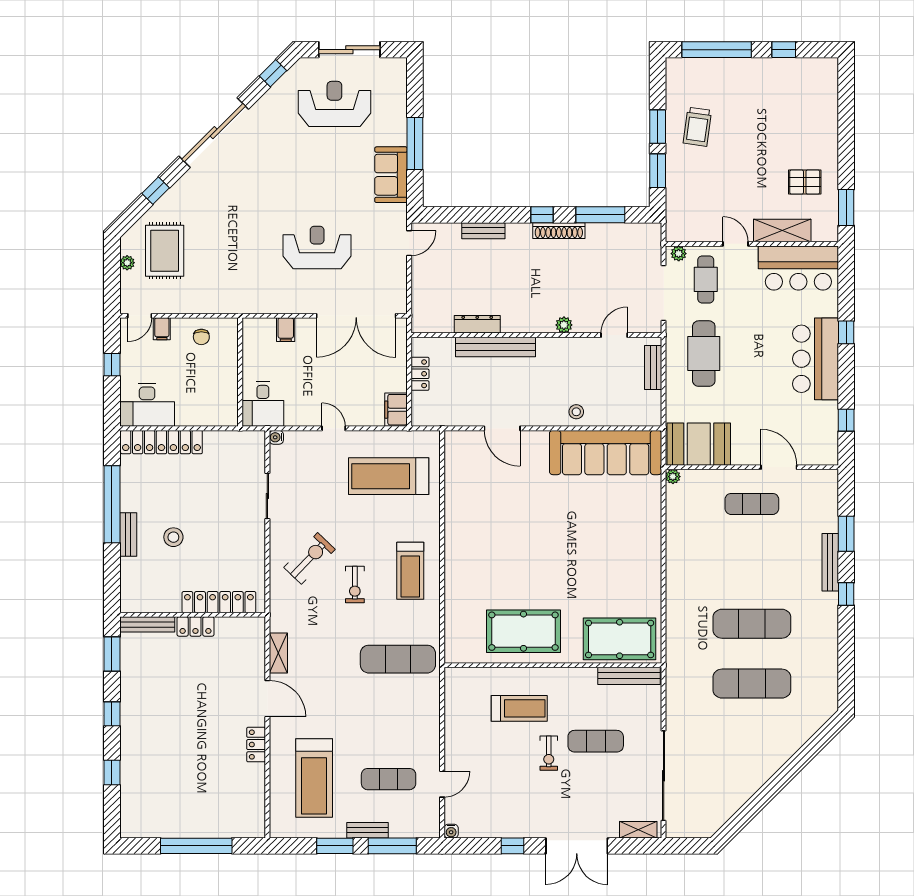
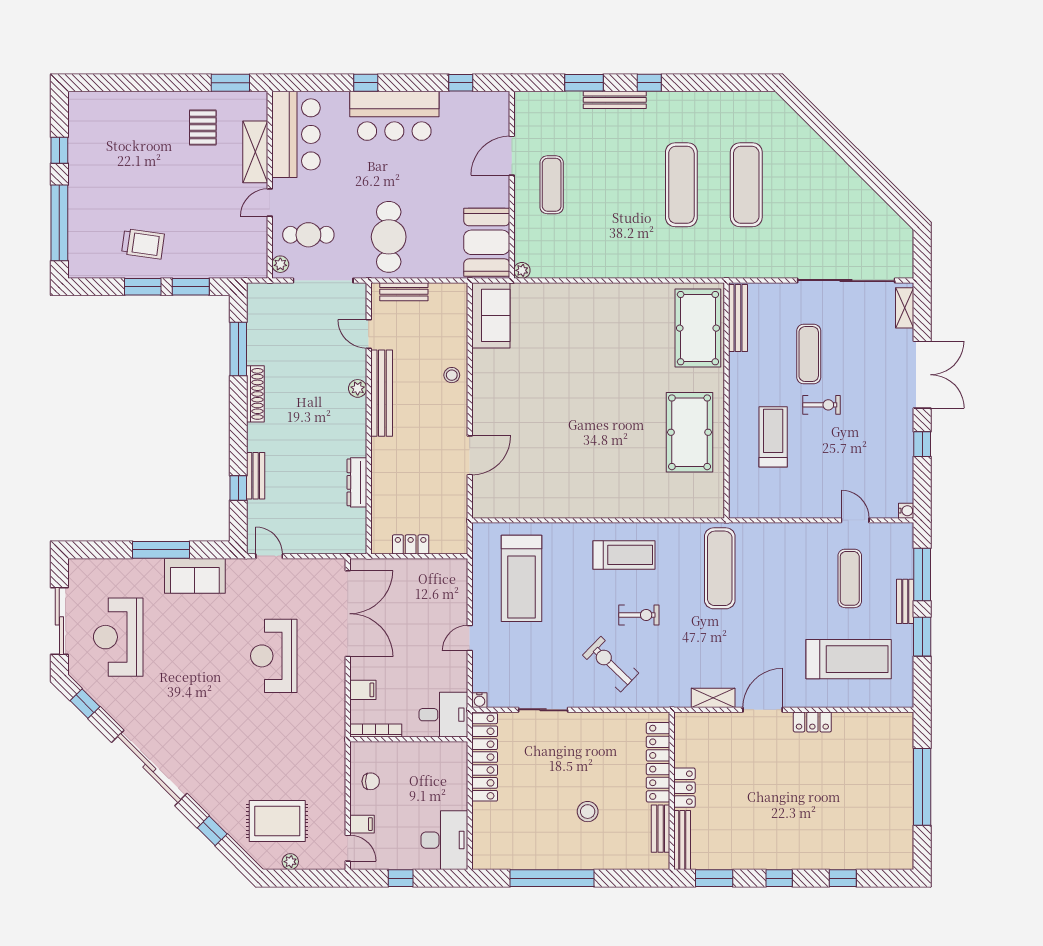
window: (542, 215) -> (238, 488), moved
bookcase: (248, 342) -> (376, 730), added
bench: (496, 347) -> (382, 393), moved
cafe table: (704, 354) -> (389, 237), turned 90
filing cabinet: (396, 410) -> (449, 570), removed
locker: (161, 442) -> (485, 757), moved
sofa: (606, 453) -> (491, 315), width x0.54, depth x0.79
bench: (128, 534) -> (661, 829), moved, turned 90

